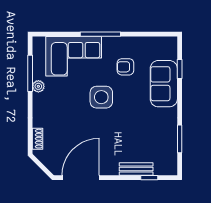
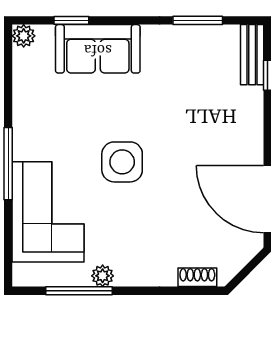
plant: (171, 43) -> (24, 36), added
armchair: (125, 67) -> (67, 118), removed
bench: (136, 169) -> (252, 55), moved

